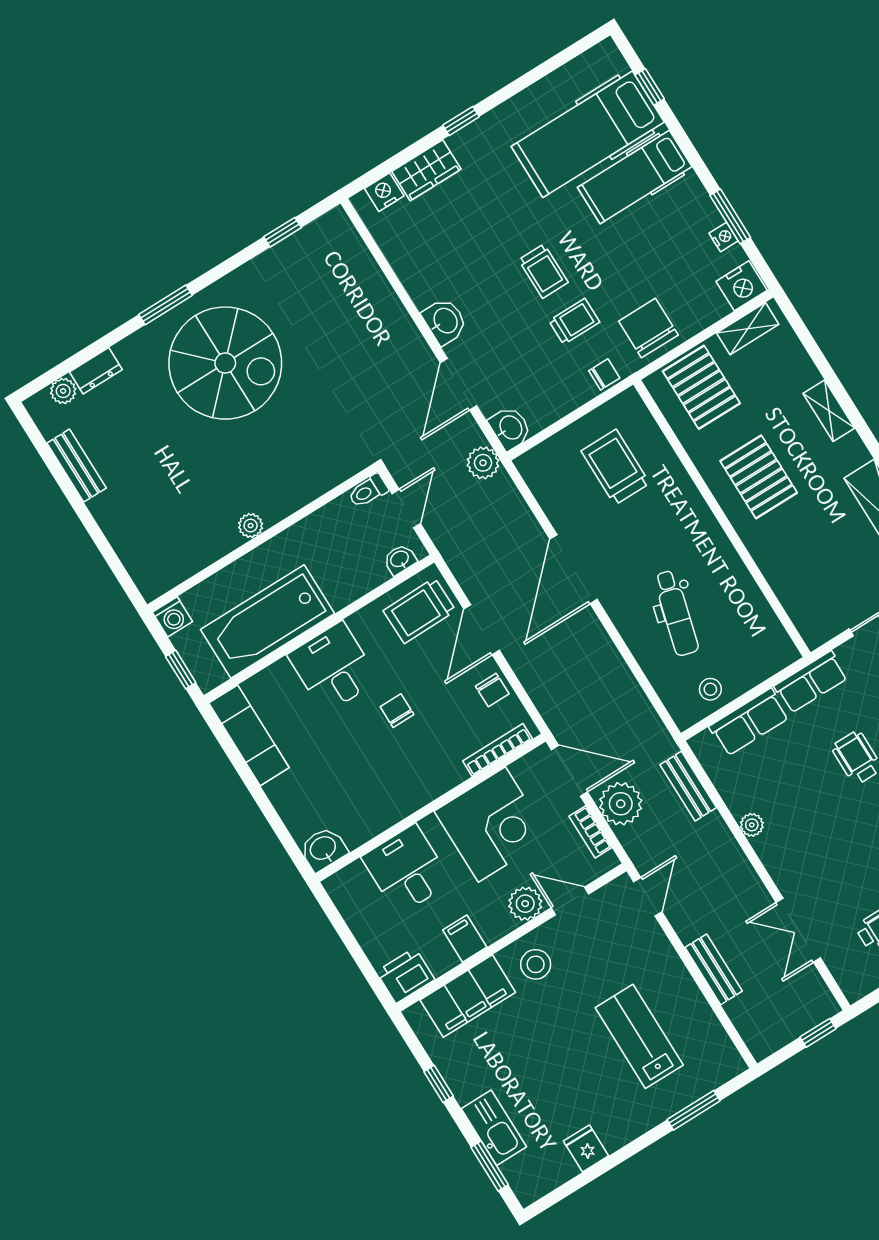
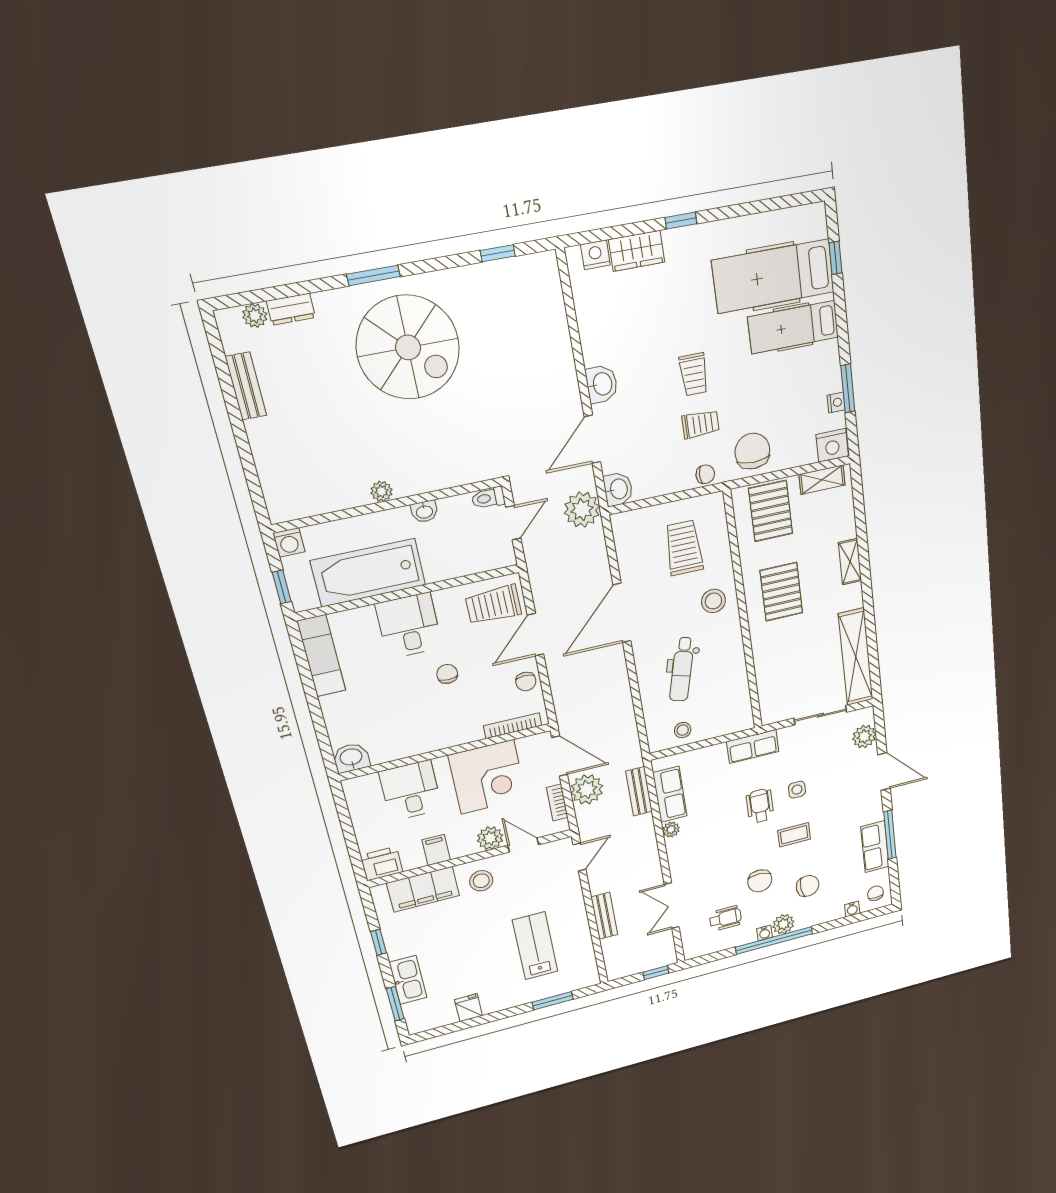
plant: (483, 463) -> (582, 510), width x1.36, depth x1.36
stool: (679, 517) -> (713, 601), added
washbasin: (400, 559) -> (424, 511), moved, turned 180
row of seats: (749, 722) -> (670, 794), moved, turned -90

